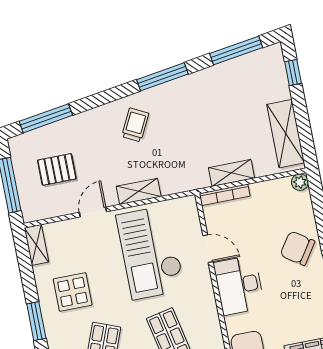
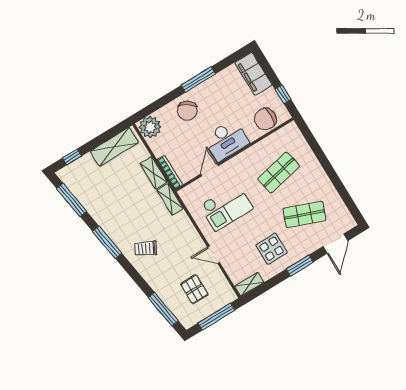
plant: (300, 182) -> (150, 127), width x1.87, depth x1.87
shelving: (139, 191) -> (170, 199), moved
checkout: (150, 253) -> (226, 207), width x0.73, depth x0.83

